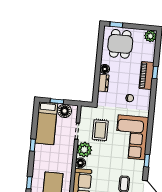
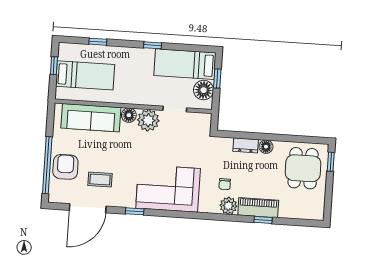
plant: (150, 36) -> (228, 206), moved
dining table: (120, 44) -> (303, 168), turned 90
rug: (100, 130) -> (177, 143), removed

